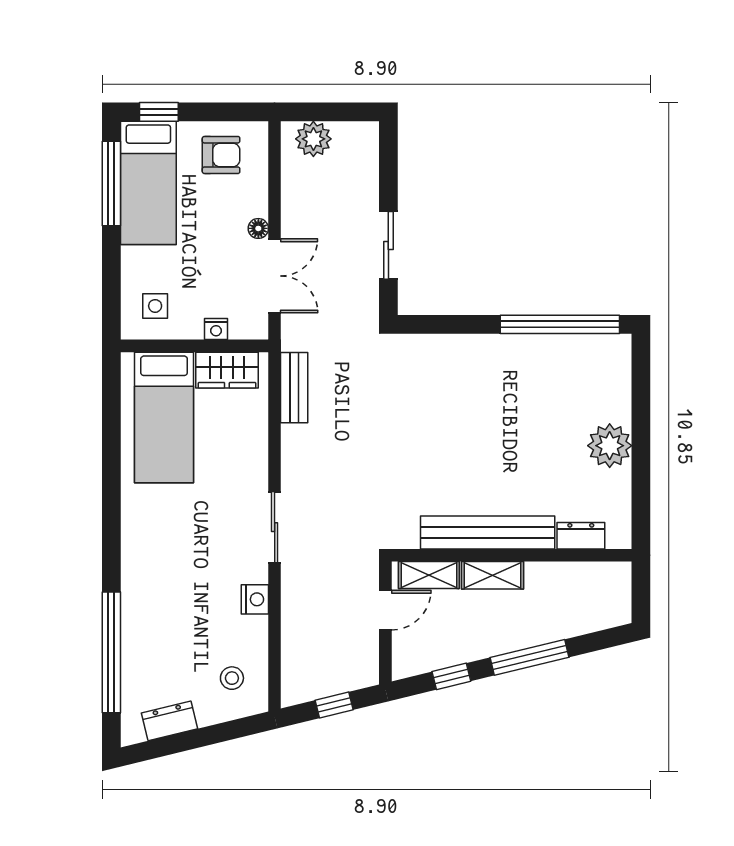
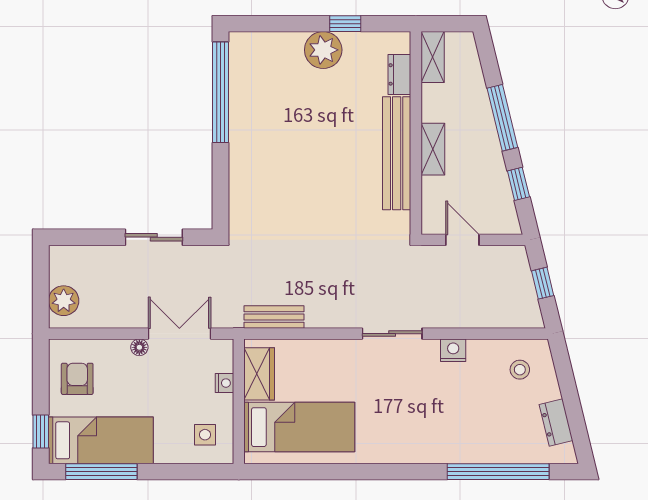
window: (641, 472) -> (345, 24), added
shelving: (429, 575) -> (433, 57), moved

